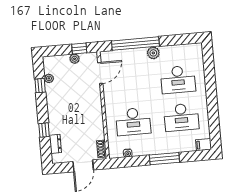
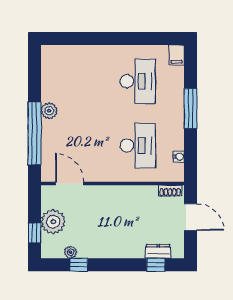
window: (79, 49) -> (34, 233), moved
plant: (75, 59) -> (53, 222), width x1.88, depth x1.88
desk: (178, 80) -> (87, 81), removed
window: (44, 130) -> (156, 265), moved

